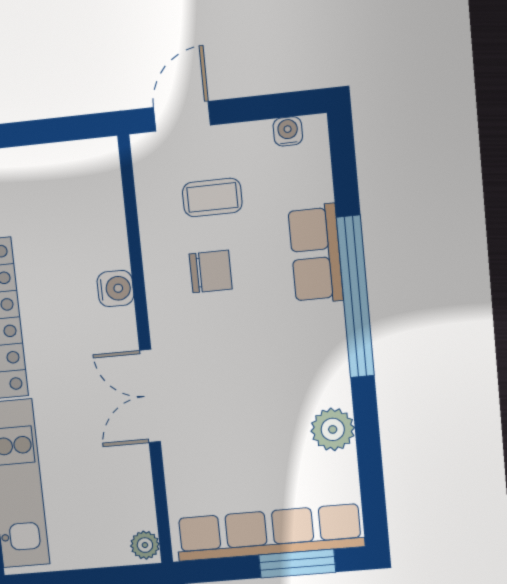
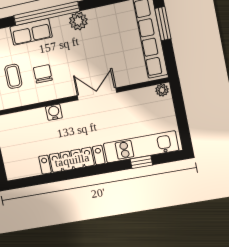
double door: (150, 396) -> (97, 94), swing flipped
plant: (333, 429) -> (78, 21), moved

